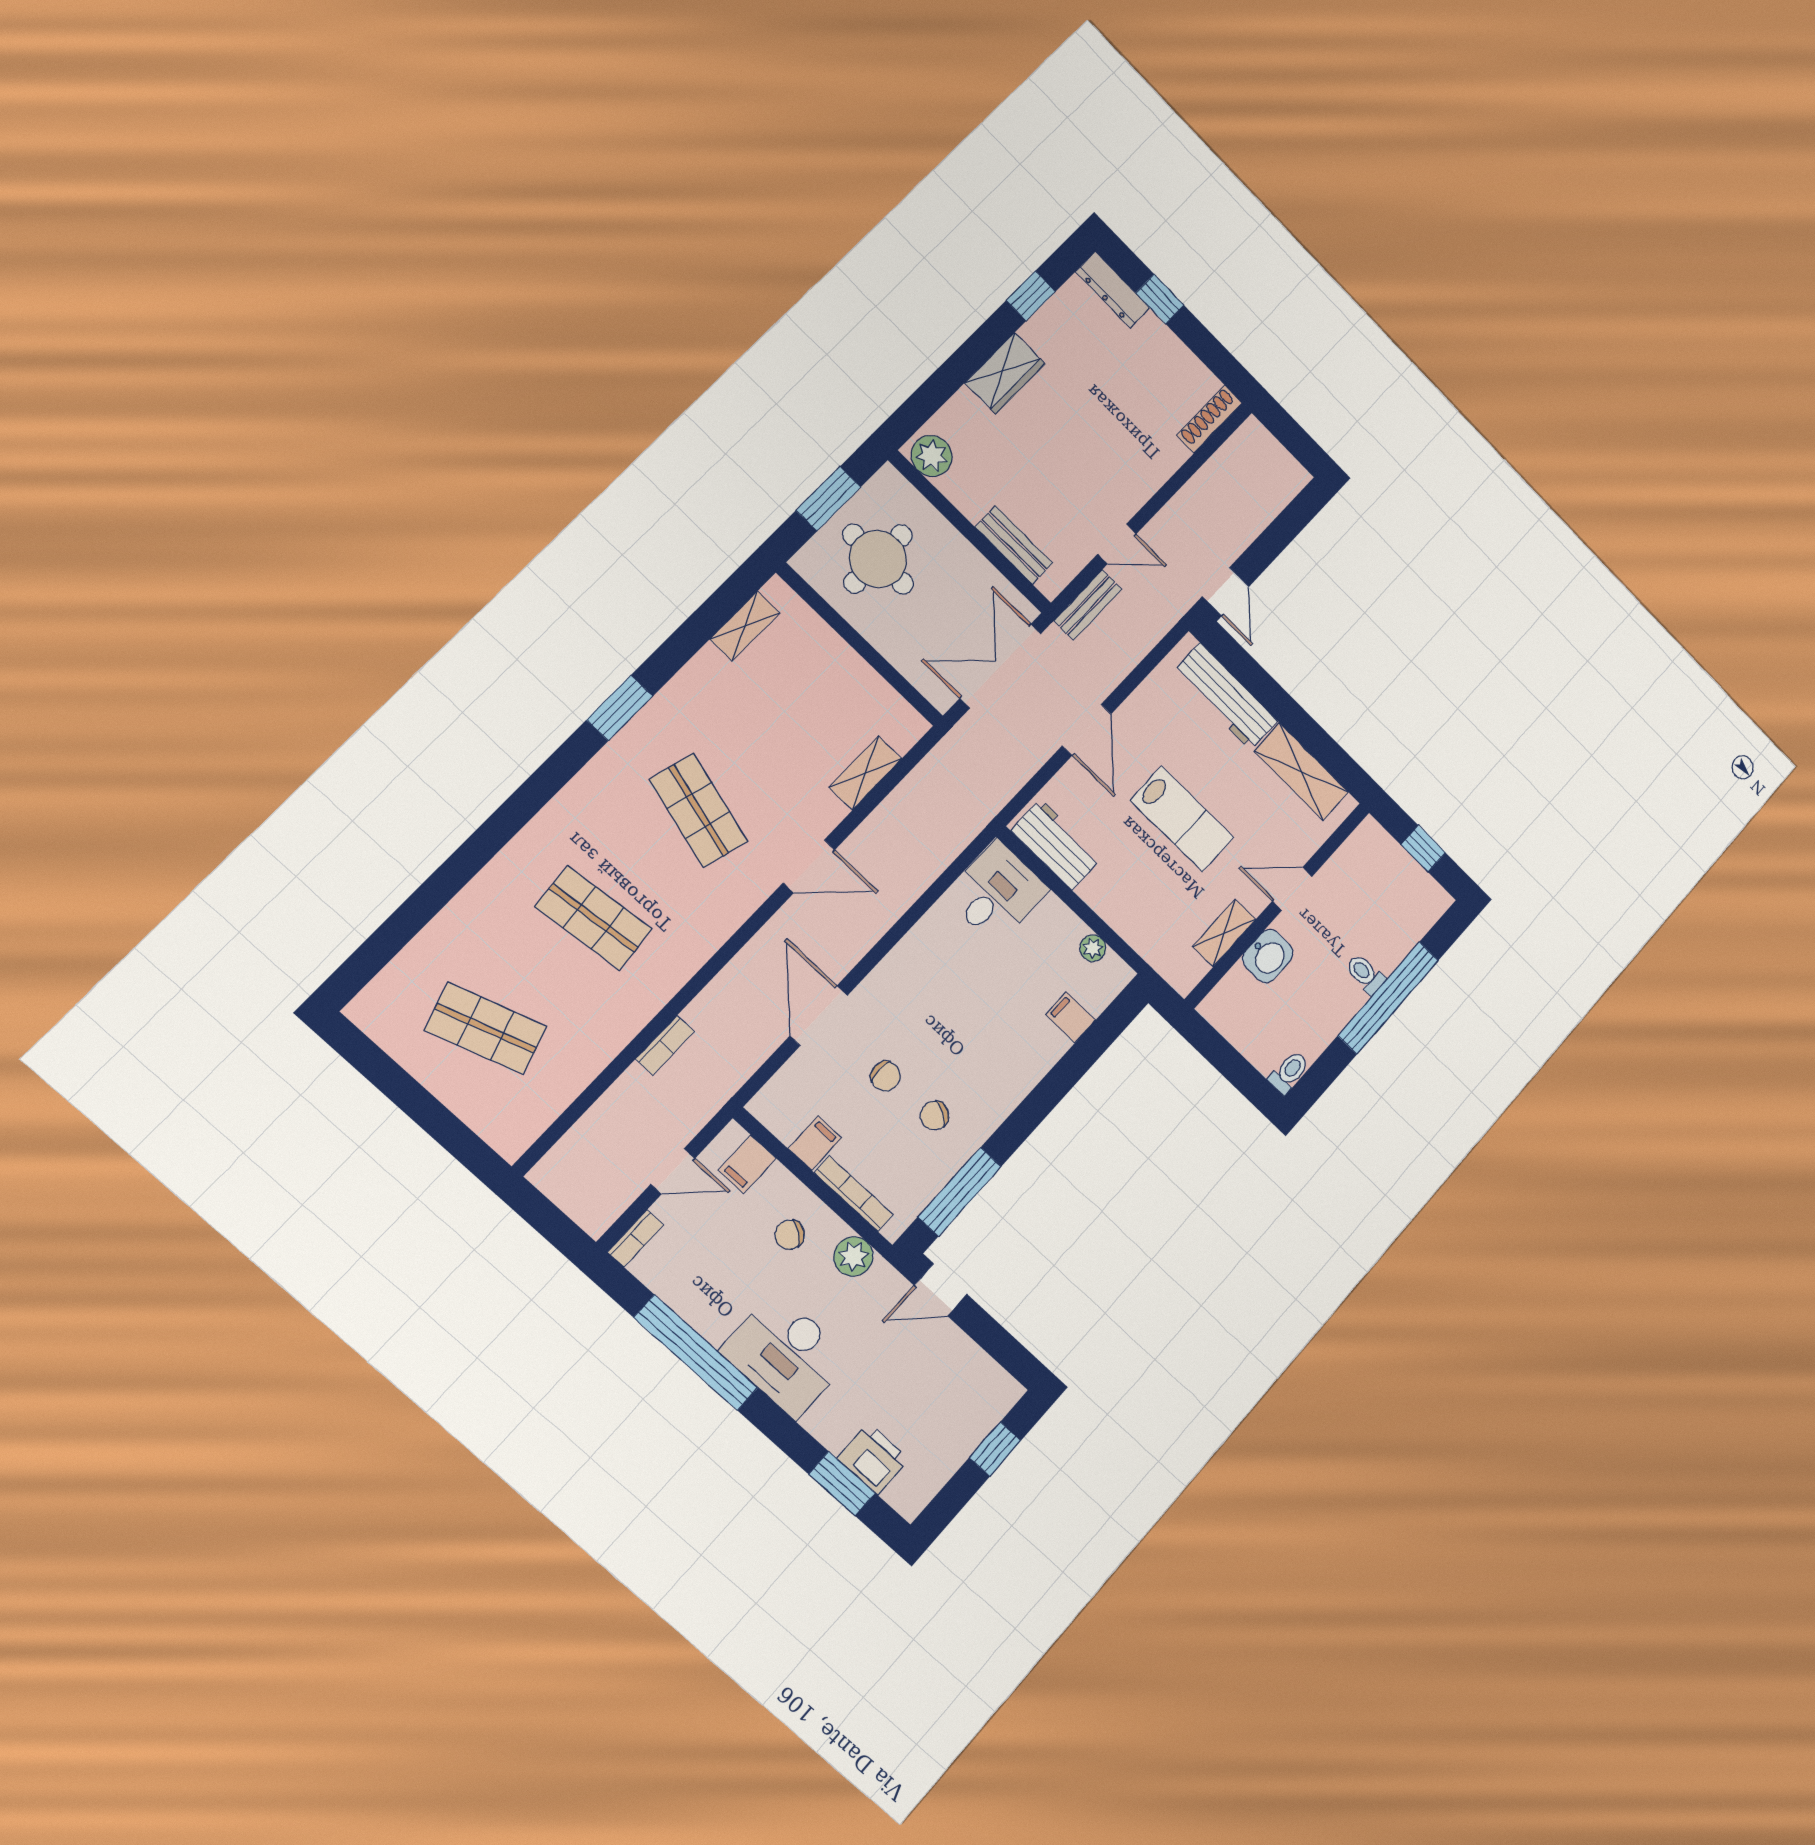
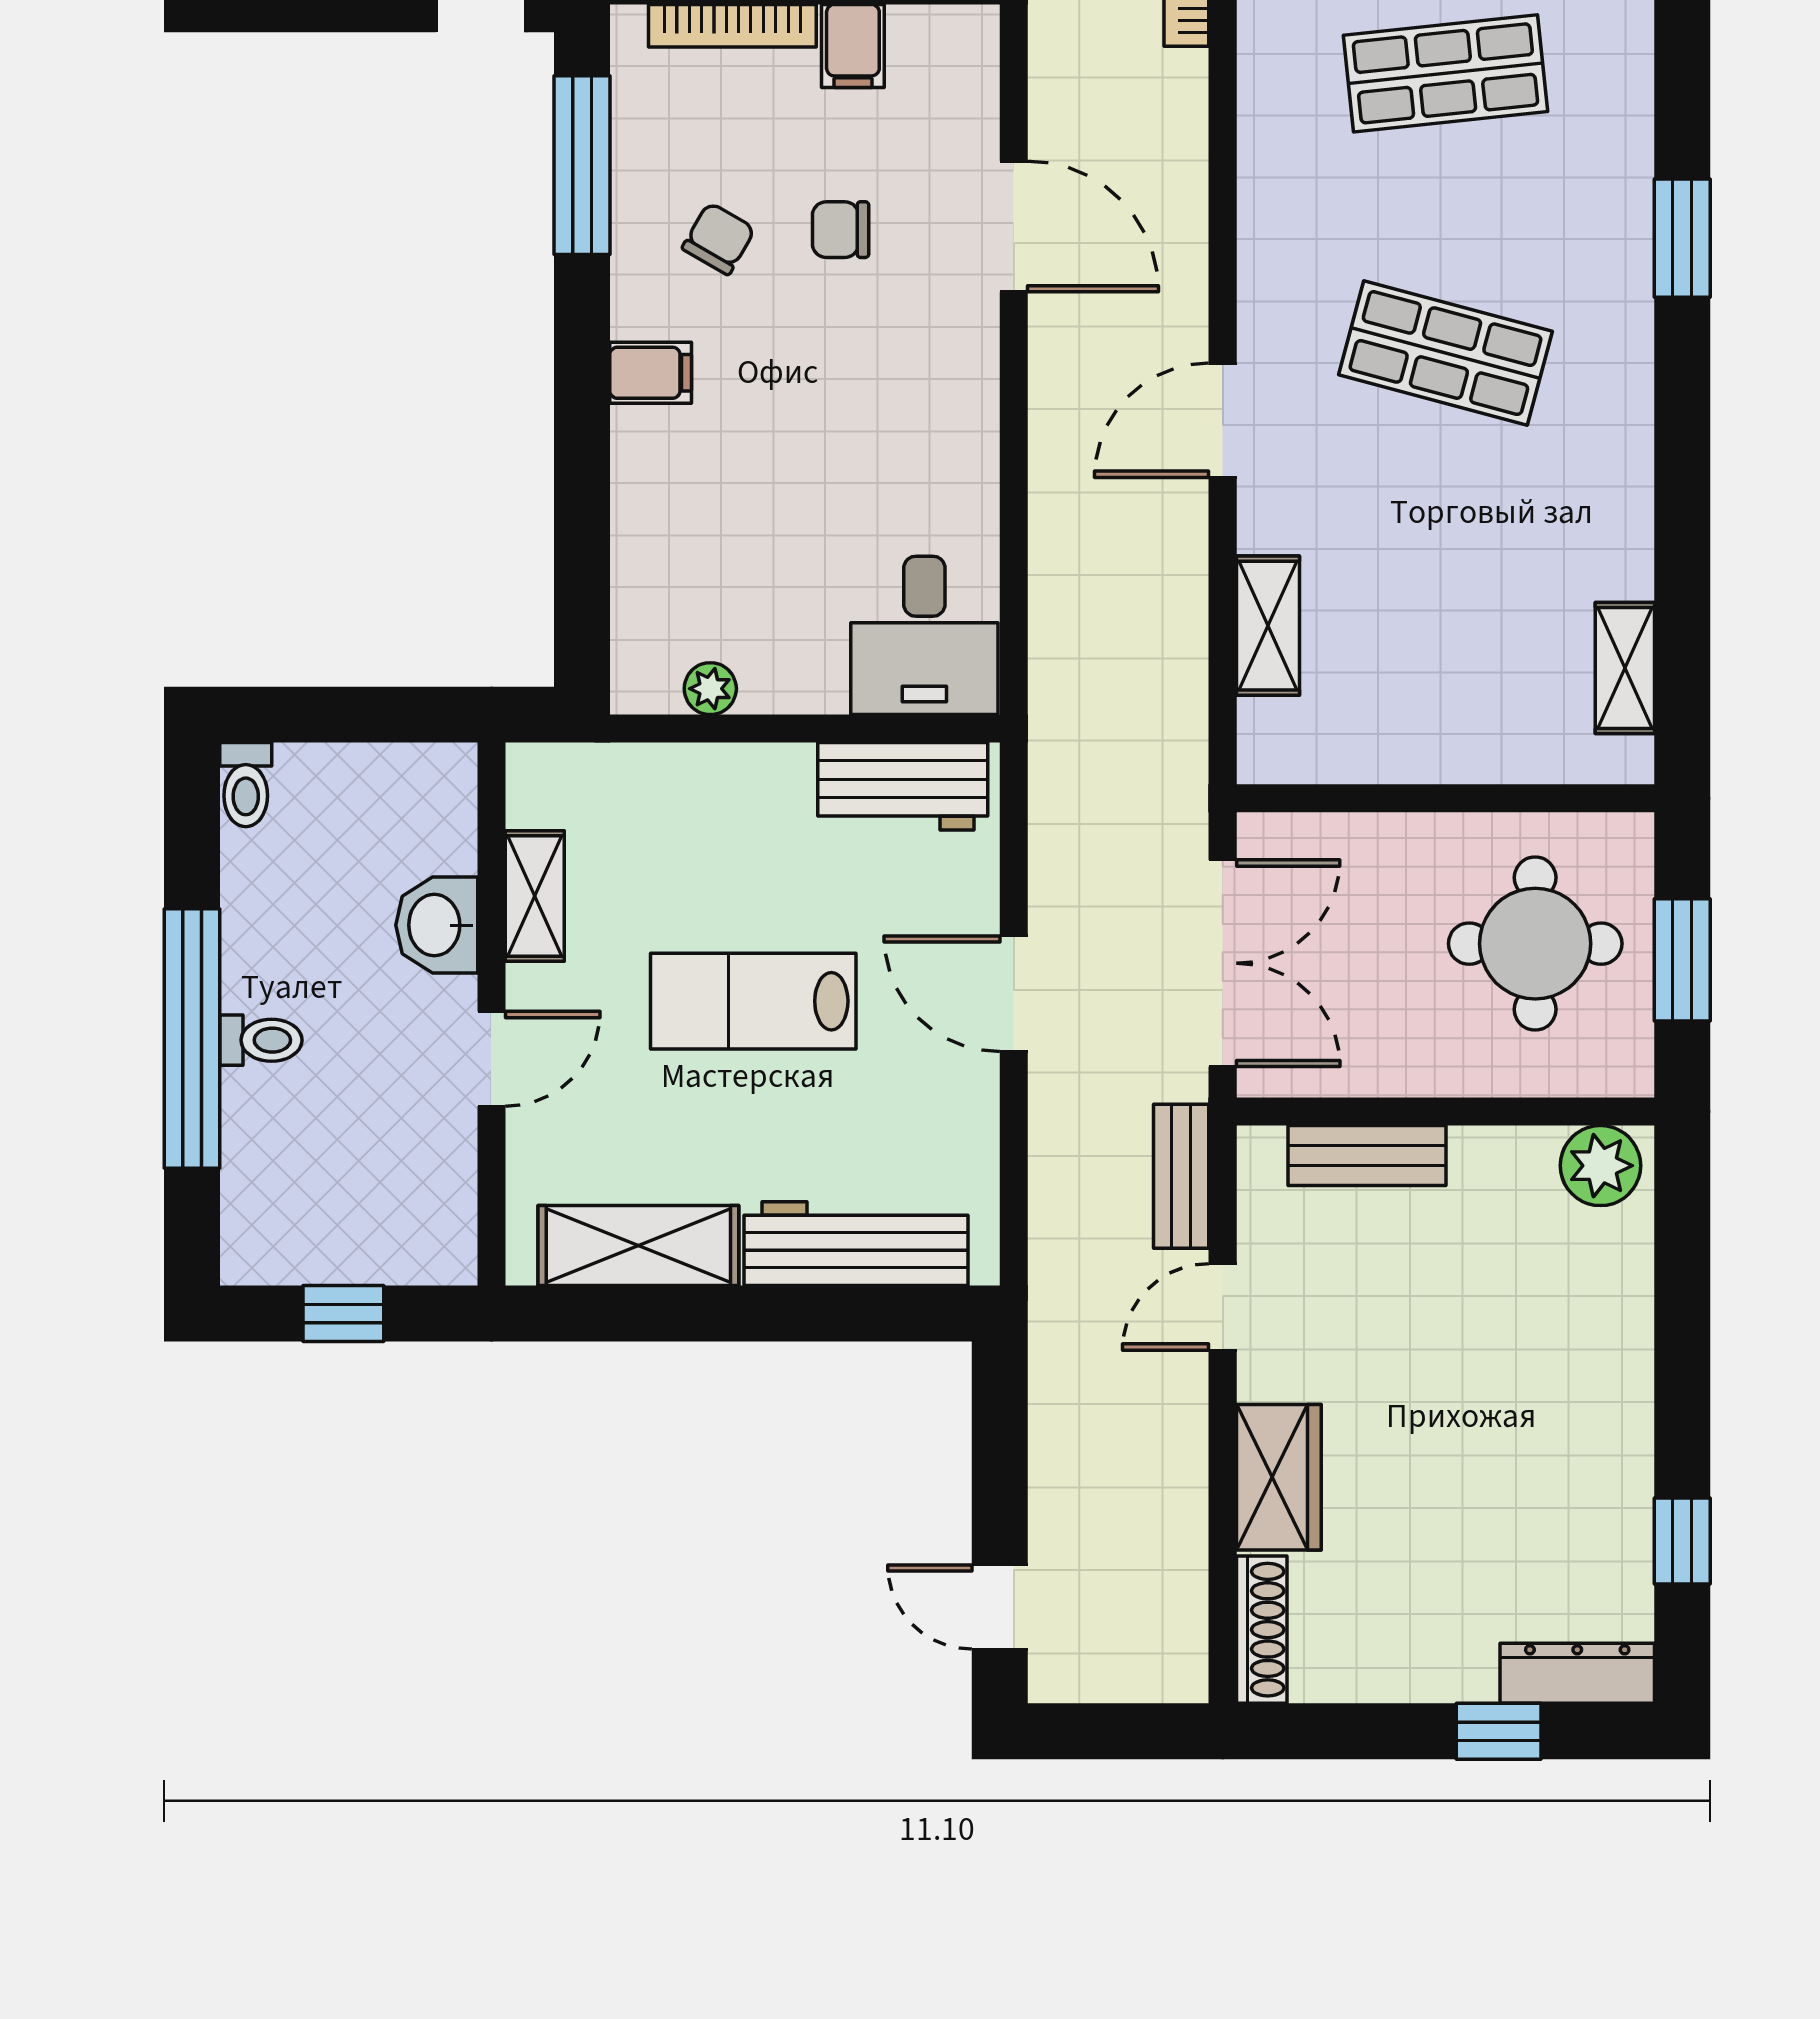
wardrobe: (1005, 373) -> (1279, 1477), moved, turned 180
door: (1226, 592) -> (1000, 1607), moved
window: (620, 708) -> (1682, 238), moved
filing cabinet: (1071, 1017) -> (651, 373), moved

